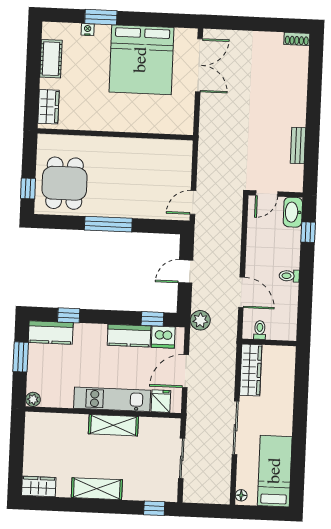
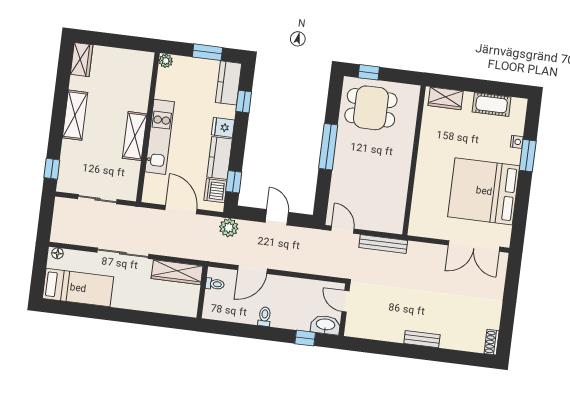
bench: (298, 146) -> (422, 339), moved
bench: (204, 159) -> (383, 244), added
fridge: (161, 401) -> (223, 127), moved, turned 180

